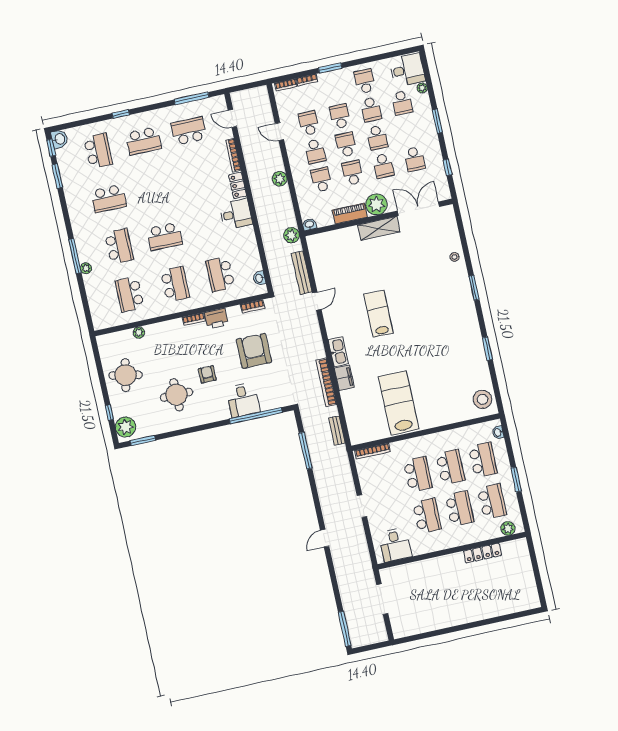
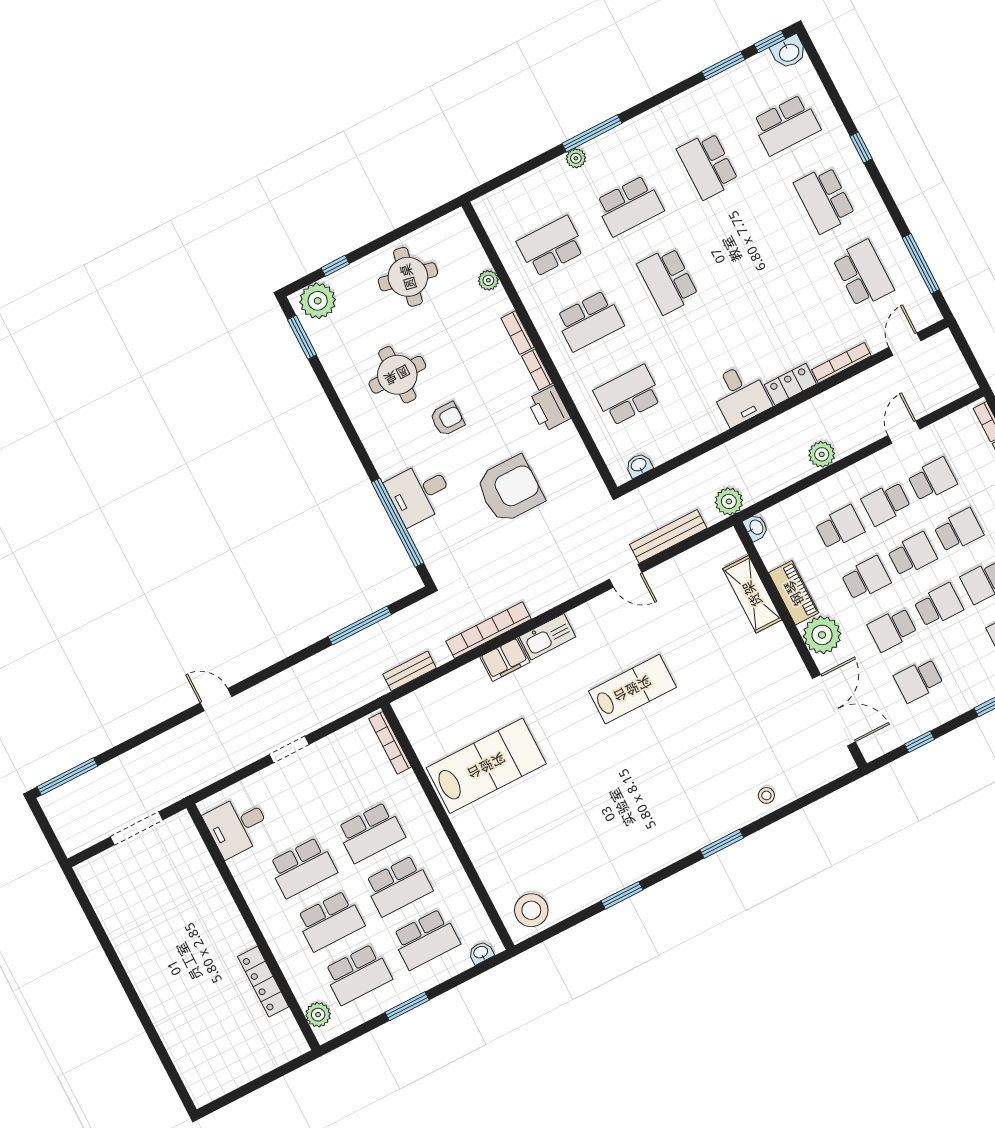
school desk: (377, 138) -> (939, 605), turned 180
shelving: (379, 228) -> (752, 594), moved
bookcase: (253, 306) -> (518, 333), moved

